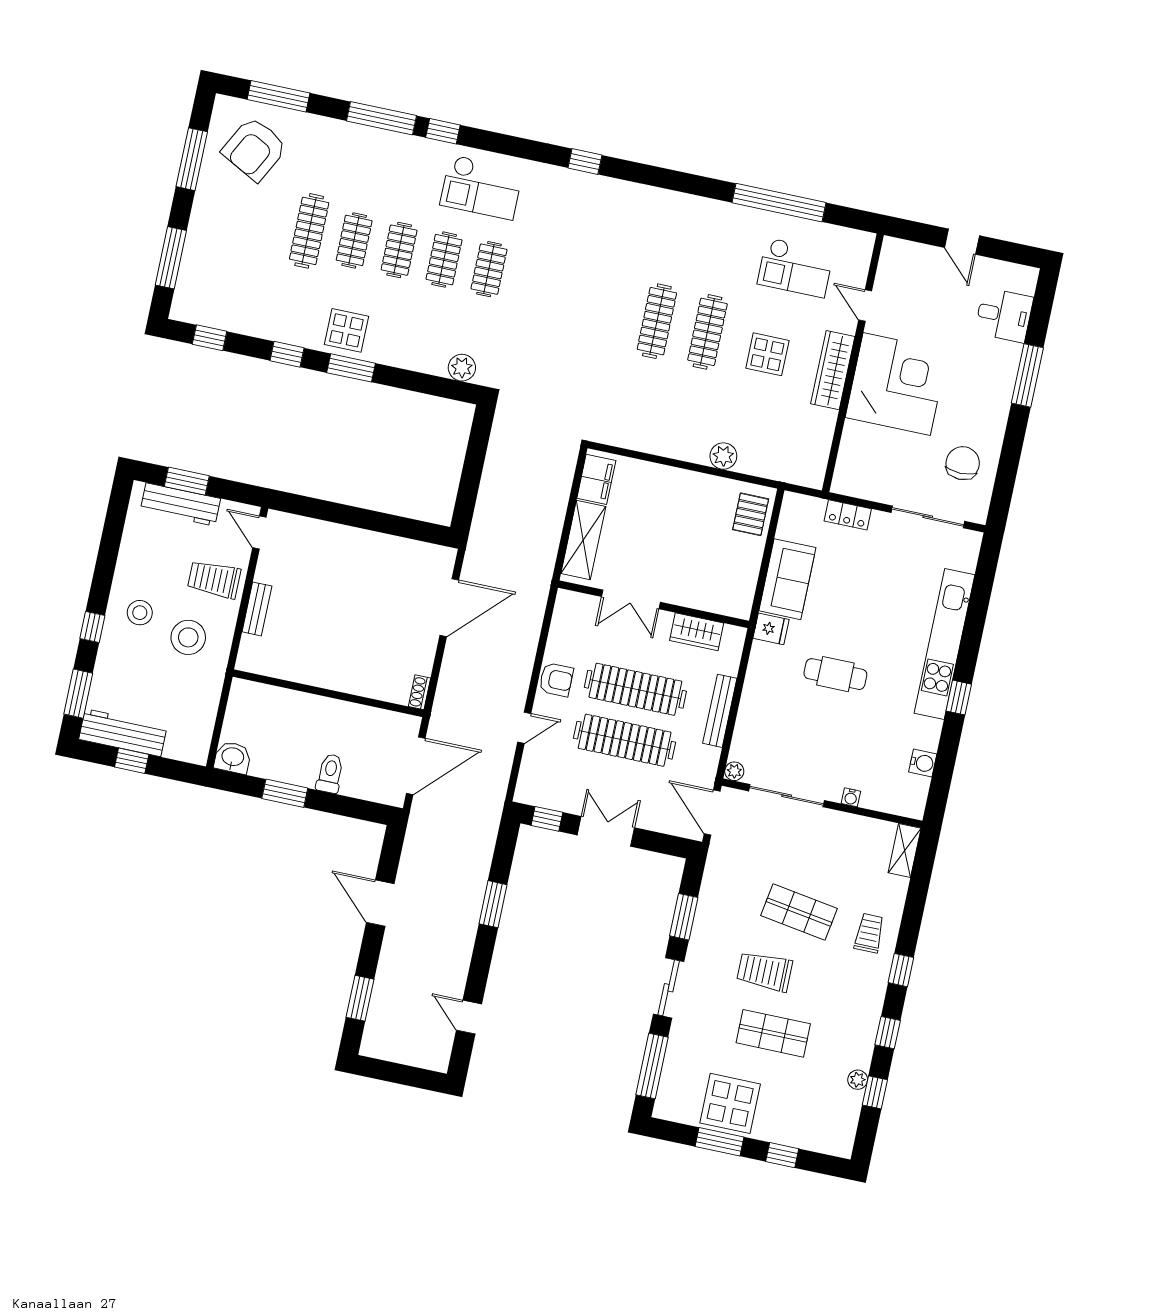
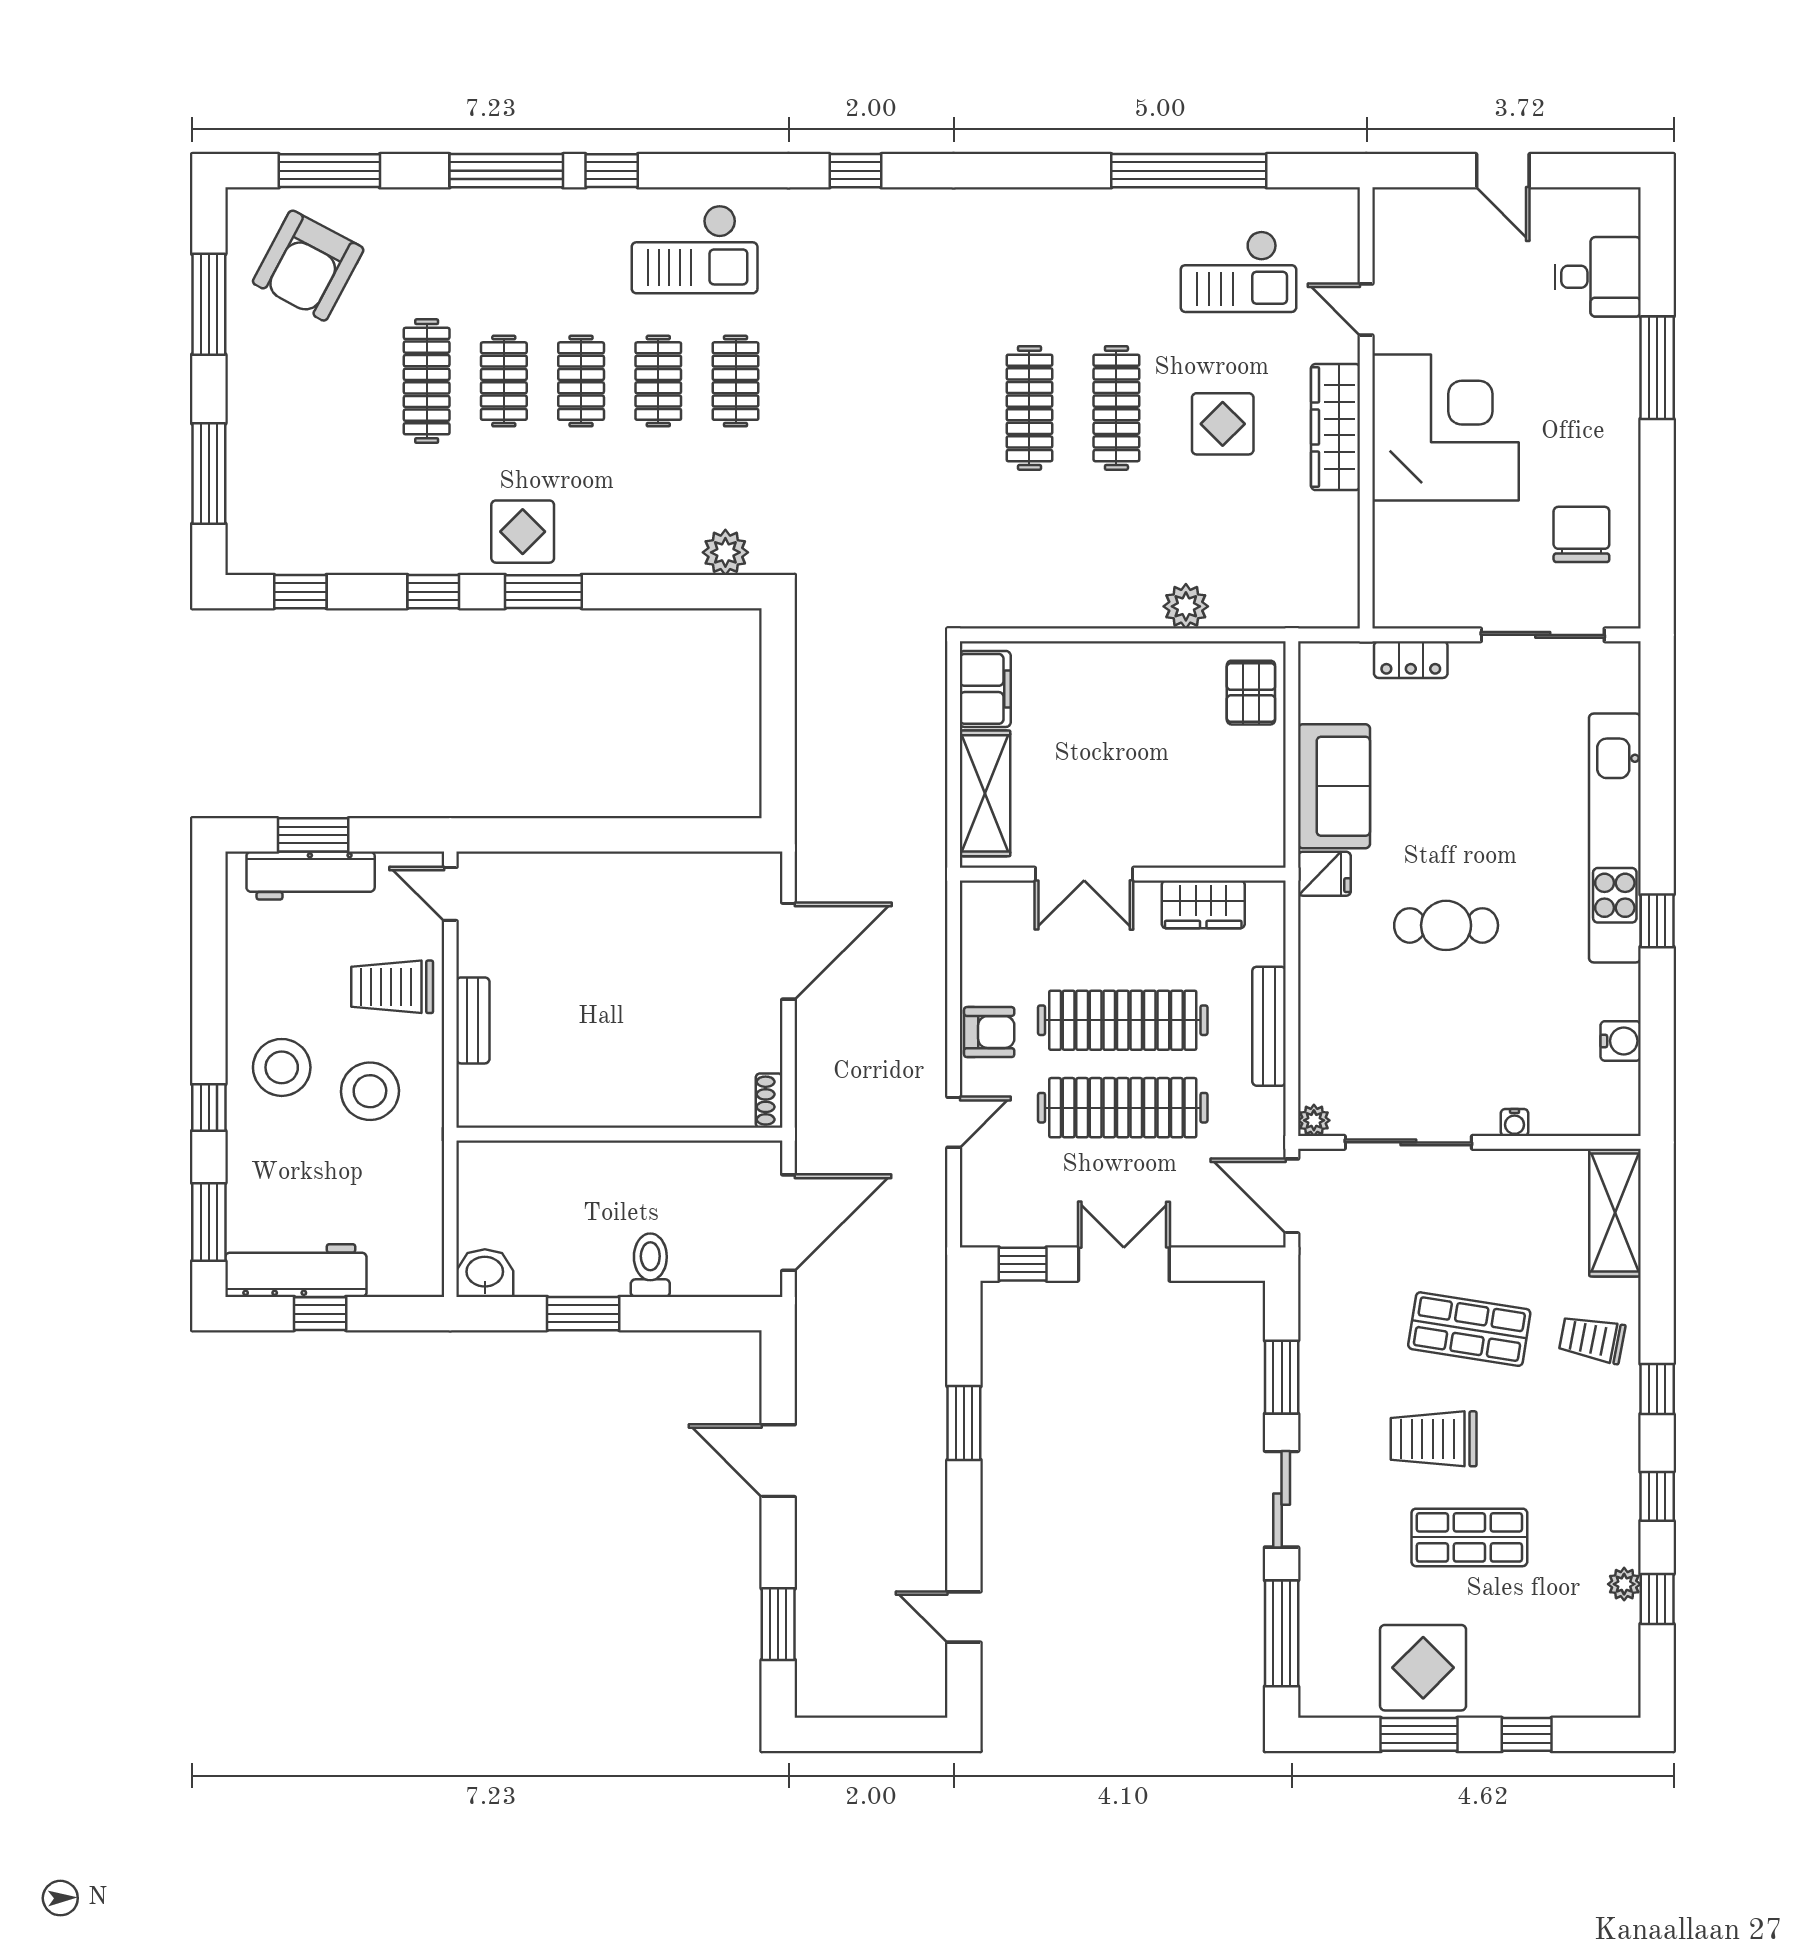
stool: (140, 613) -> (282, 1067), width x1.38, depth x1.38
shelving: (905, 851) -> (1615, 1213), width x1.50, depth x1.33
trolley: (869, 933) -> (1592, 1339), turned -79

